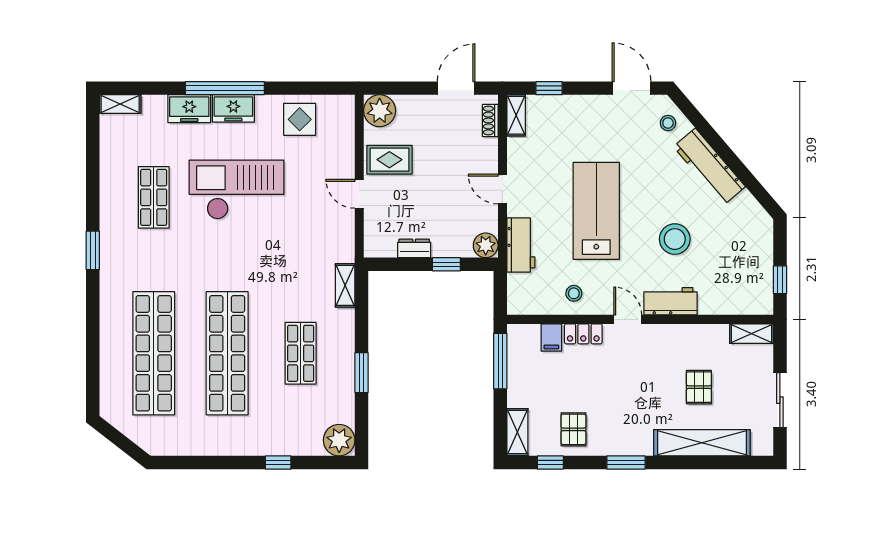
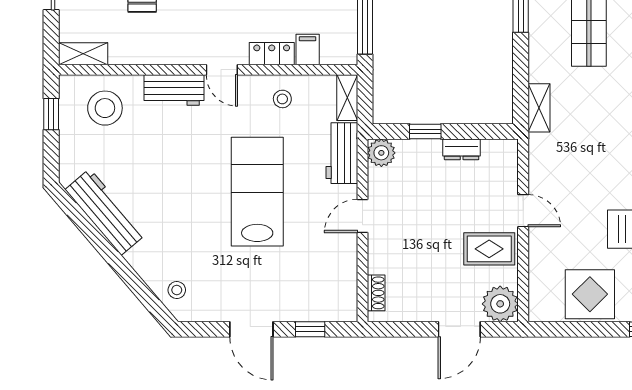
door: (456, 88) -> (459, 329), moved
door: (632, 88) -> (251, 329), moved
shelving: (516, 115) -> (347, 98), moved
display table: (300, 119) -> (590, 294), width x1.36, depth x1.36
workbench: (709, 167) -> (105, 212), moved
door: (502, 189) -> (362, 216), swing flipped
lab bench: (596, 211) -> (257, 192), turned 180
stool: (675, 239) -> (105, 108), moved

